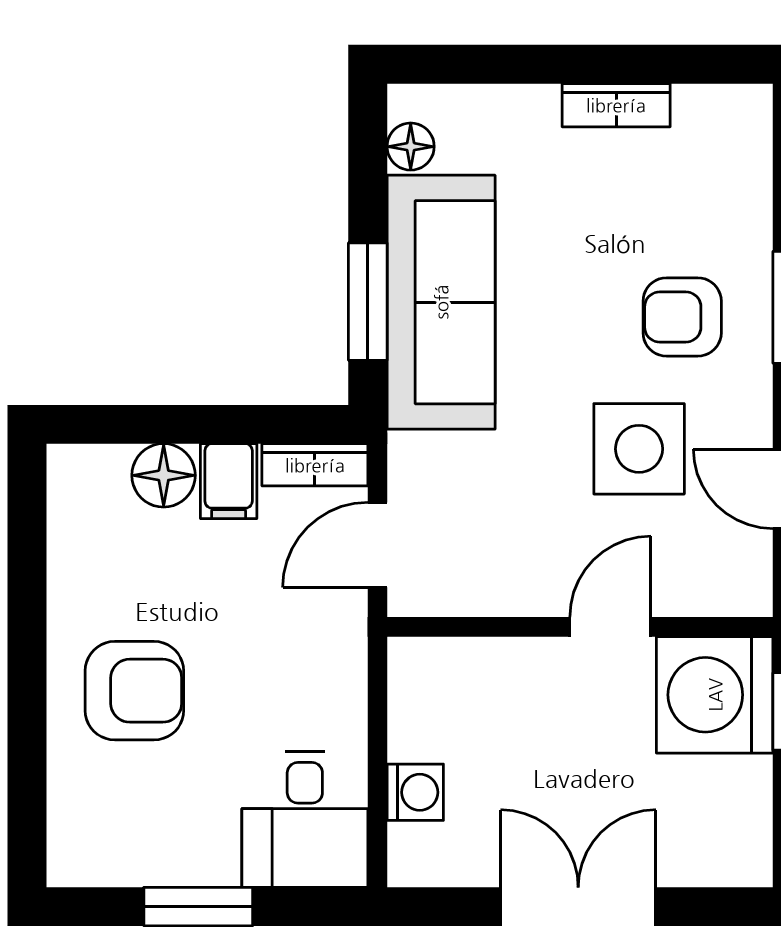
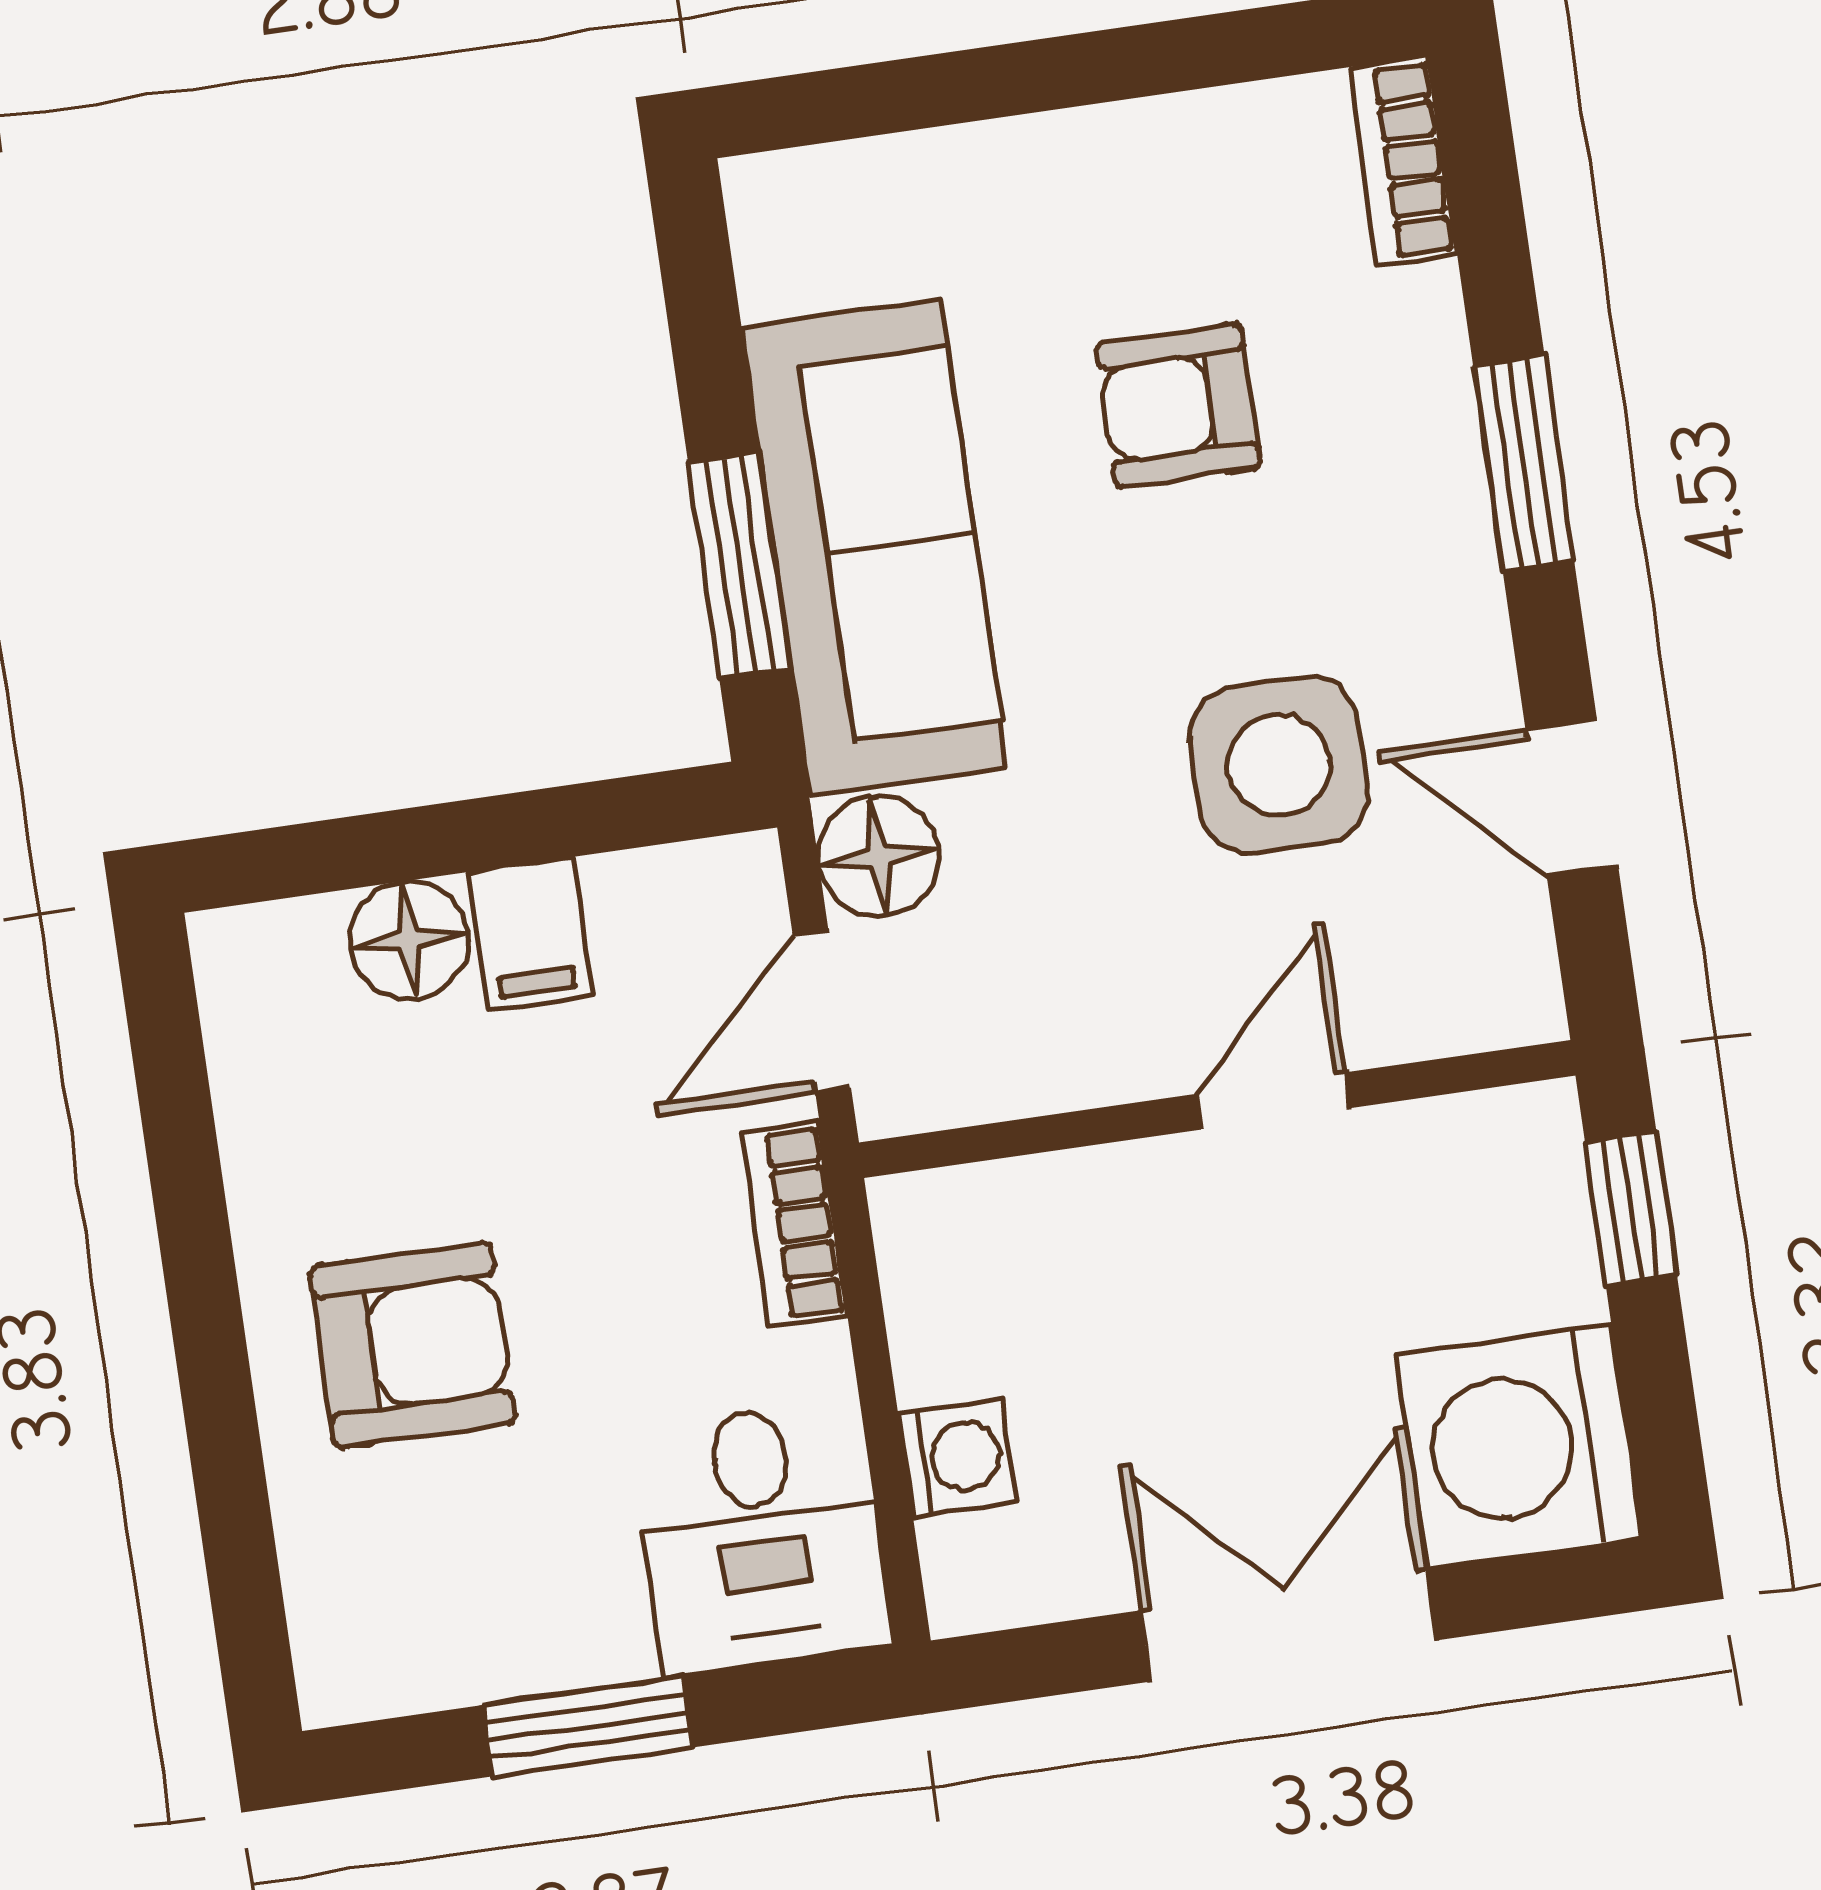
bookcase: (616, 105) -> (1403, 161), moved, turned 90
floor lamp: (411, 147) -> (878, 856), moved, width x1.37, depth x1.37
armchair: (682, 317) -> (1178, 406), moved
bookcase: (315, 465) -> (794, 1224), moved, turned 90
washing machine: (715, 695) -> (1519, 1446), moved

